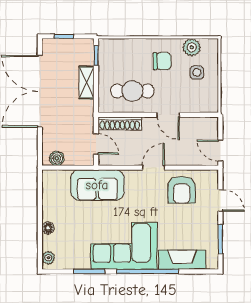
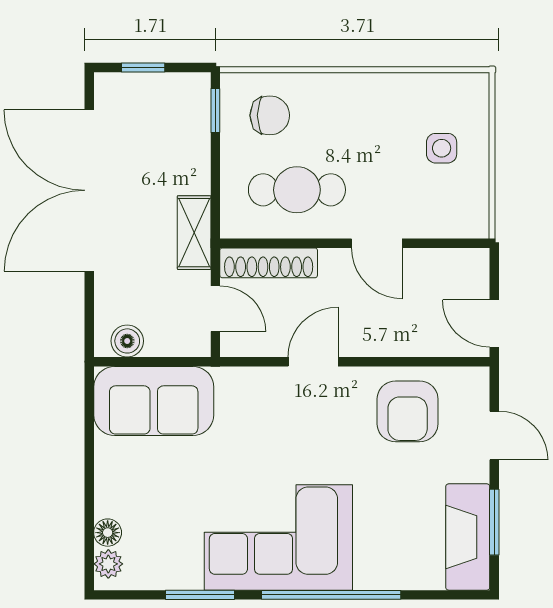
plant: (192, 47) -> (430, 92), removed
chair: (162, 61) -> (270, 115), moved
shelving: (87, 83) -> (194, 233), moved
door: (154, 168) -> (313, 362), moved
sofa: (97, 185) -> (154, 401), moved
floor lamp: (48, 228) -> (108, 533), moved
fireplace: (182, 260) -> (468, 537), moved, turned -90

